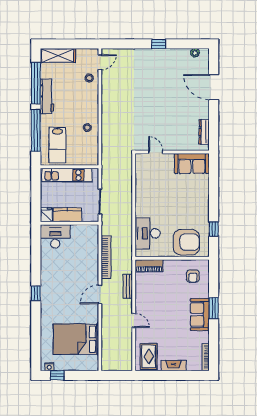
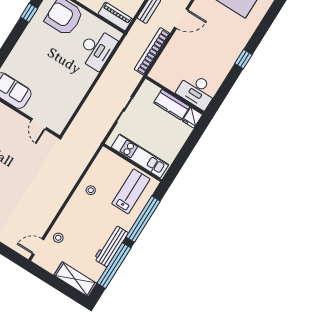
fridge: (46, 215) -> (192, 118), moved
kitchen counter: (67, 215) -> (172, 105), moved
wall: (69, 223) -> (175, 95), moved
desk: (55, 236) -> (197, 91), moved

